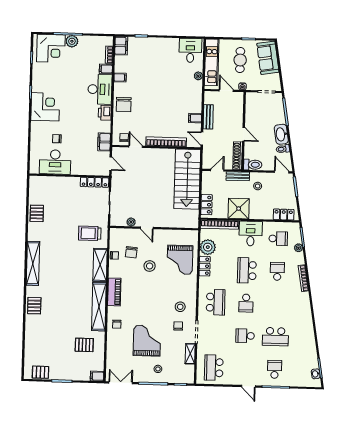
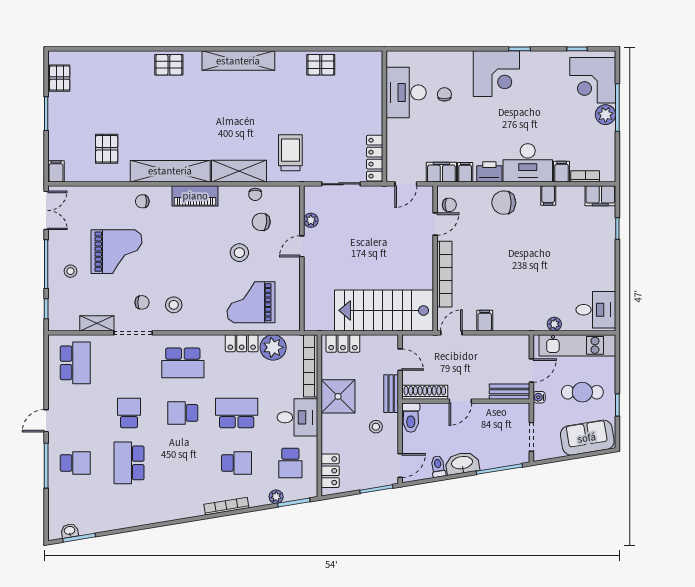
bench: (208, 117) -> (510, 392), moved
filing cabinet: (105, 127) -> (465, 172), added
school desk: (214, 368) -> (75, 363), turned 90

